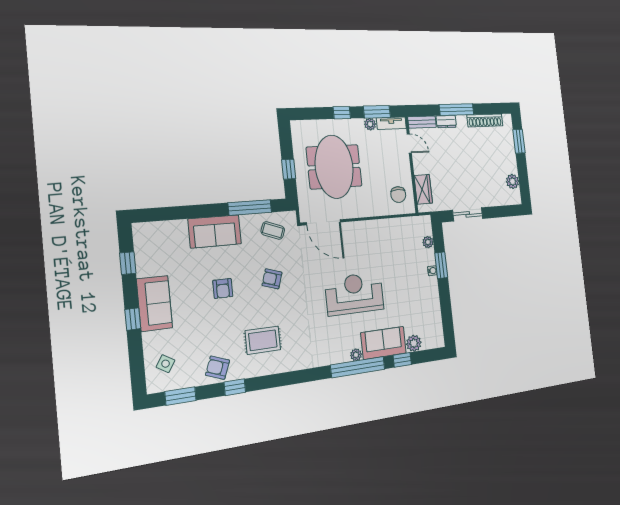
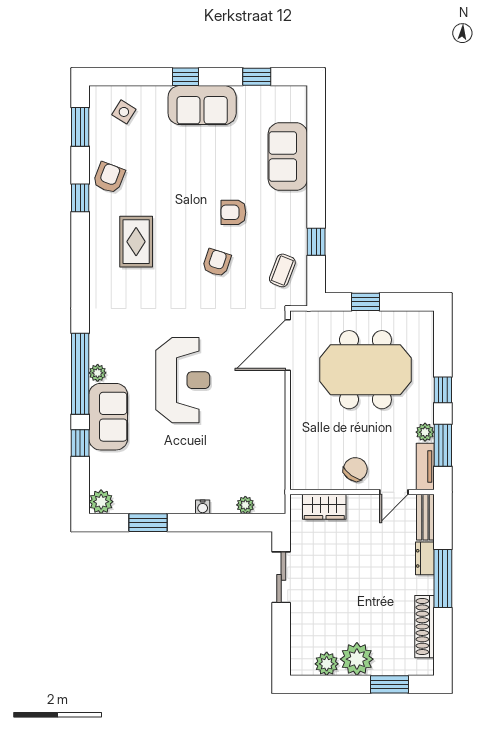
plant: (508, 163) -> (357, 659), added
chair: (398, 195) -> (355, 469), moved, turned 125
window: (250, 208) -> (316, 242), width x0.46
sofa: (215, 231) -> (288, 156), moved
window: (441, 265) -> (148, 523), moved
armchair: (223, 288) -> (233, 212), moved
plant: (414, 343) -> (101, 502), moved

